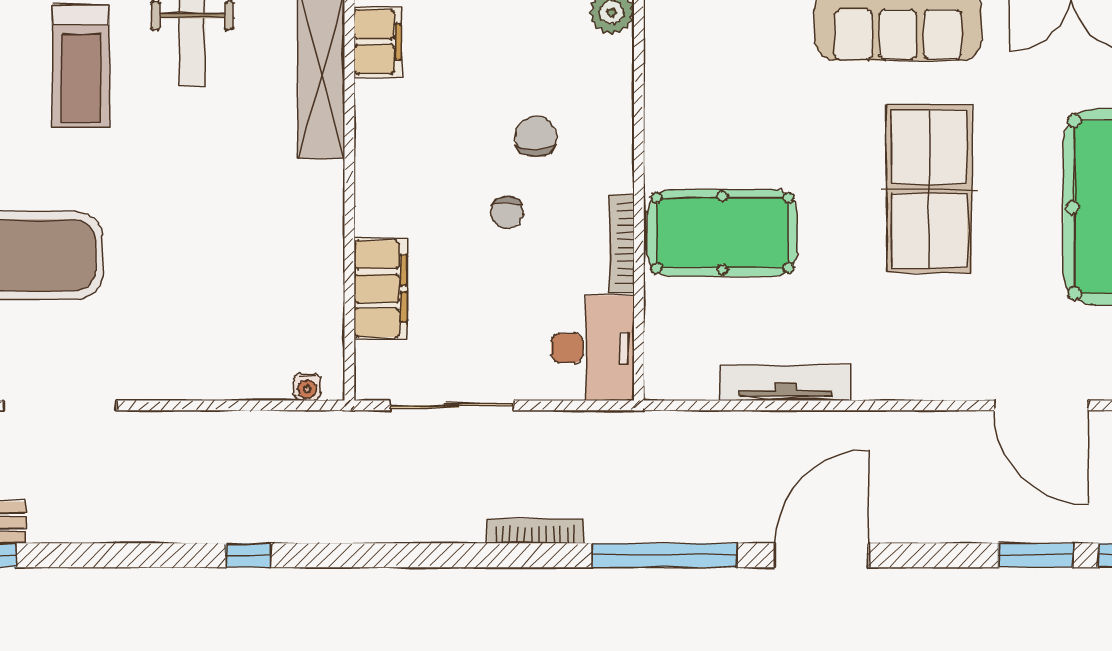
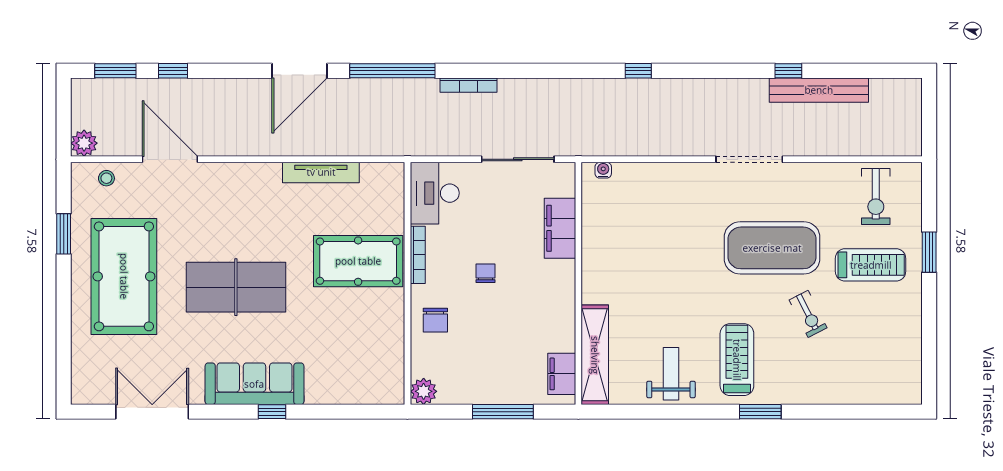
chair: (536, 137) -> (435, 320), moved
table tennis table: (929, 189) -> (236, 287), turned 90
window: (1036, 555) -> (173, 71), width x0.67

